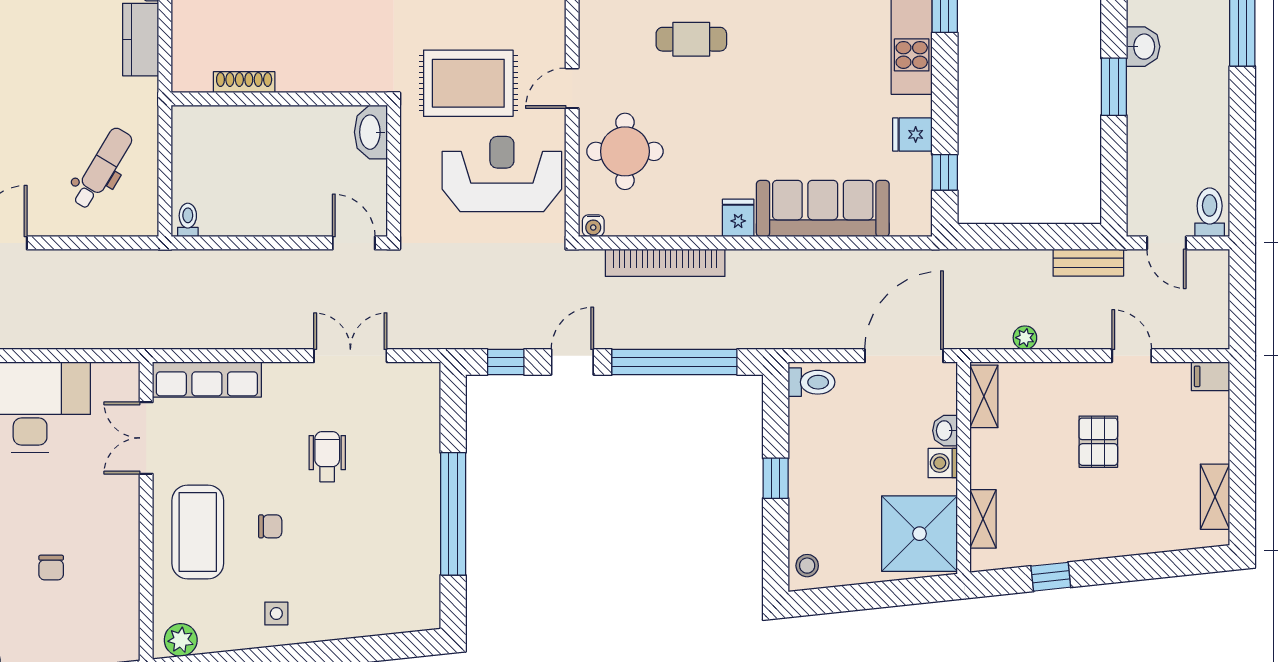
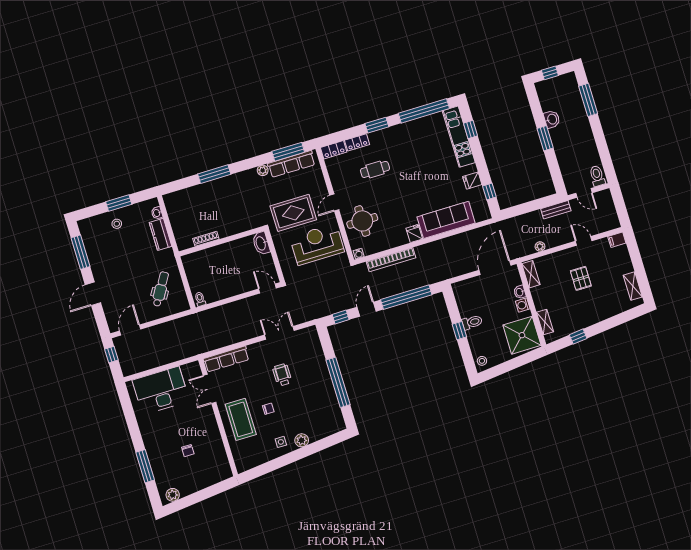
toilet: (812, 382) -> (472, 322), moved
plant: (181, 640) -> (302, 440), moved

